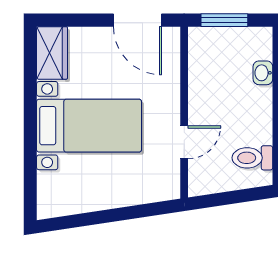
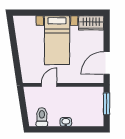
washbasin: (263, 73) -> (66, 122), moved
door: (184, 142) -> (49, 85), swing flipped

